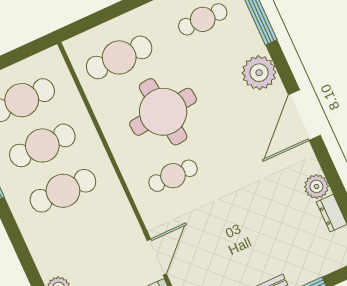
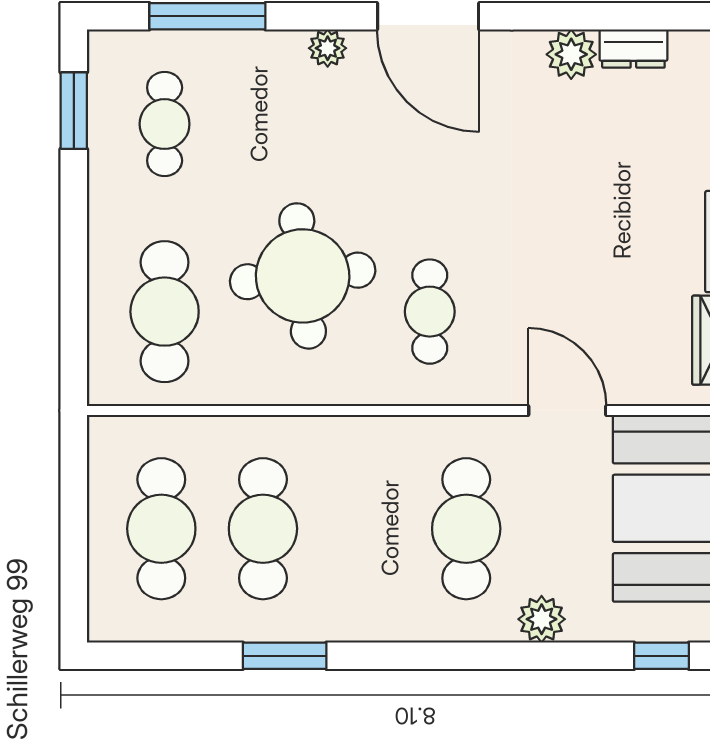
plant: (259, 73) -> (328, 48), width x0.53, depth x0.53
cafe table: (63, 191) -> (466, 529), moved

